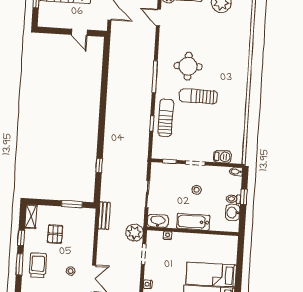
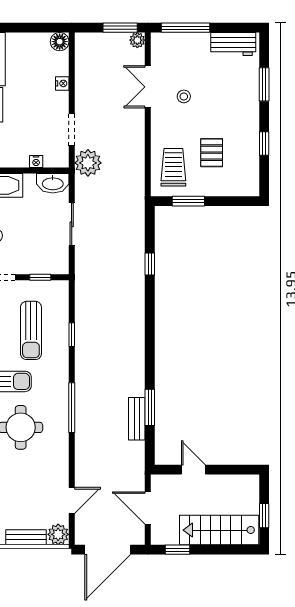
door: (158, 18) -> (72, 500), hinge flipped
window: (105, 74) -> (150, 407), added
sun lounger: (166, 118) -> (31, 330), moved
shelving: (31, 216) -> (251, 178), removed
bench: (104, 216) -> (137, 419), moved
window: (20, 264) -> (264, 84), moved
trolley: (38, 265) -> (173, 167), moved, turned 180

